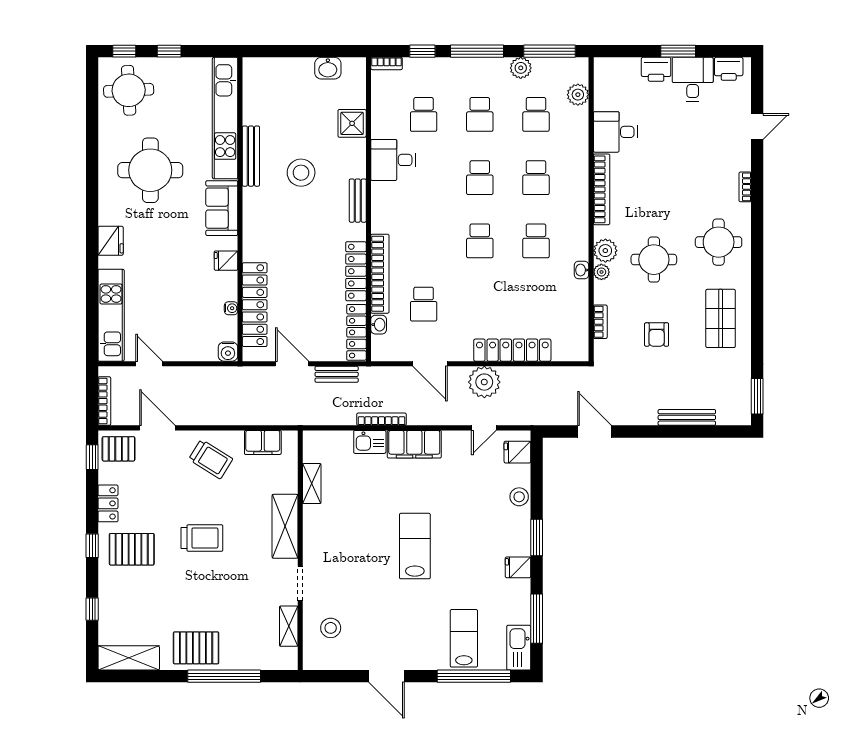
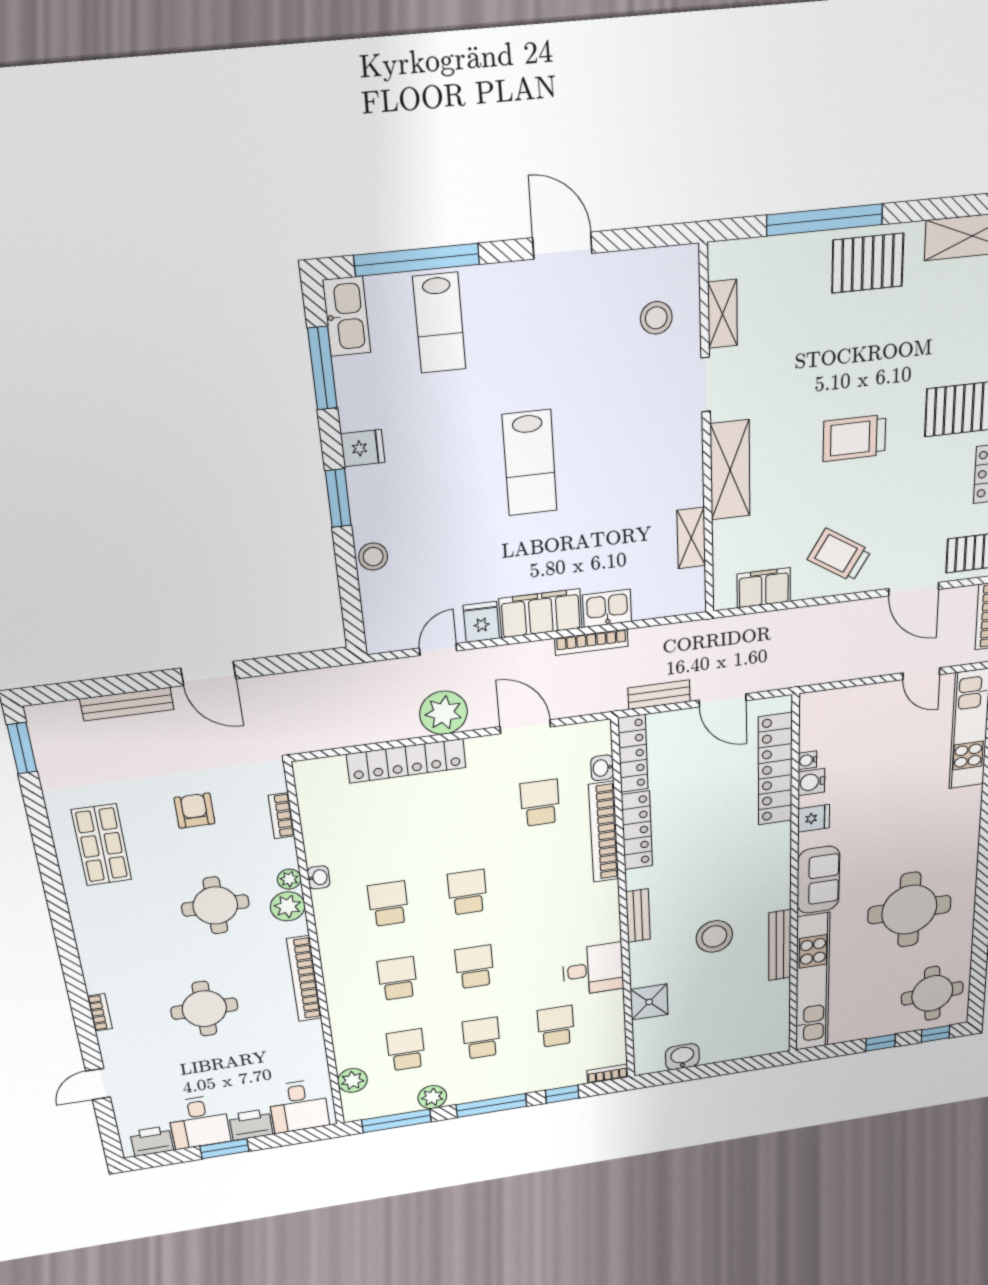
desk: (615, 132) -> (299, 1106), moved, turned 90
fridge: (111, 241) -> (965, 820), removed
round table: (719, 242) -> (204, 1009), moved
water cooler: (228, 352) -> (811, 782), moved, turned -90
door: (595, 432) -> (208, 673), moved
fridge: (517, 452) -> (481, 622), moved, turned -90

